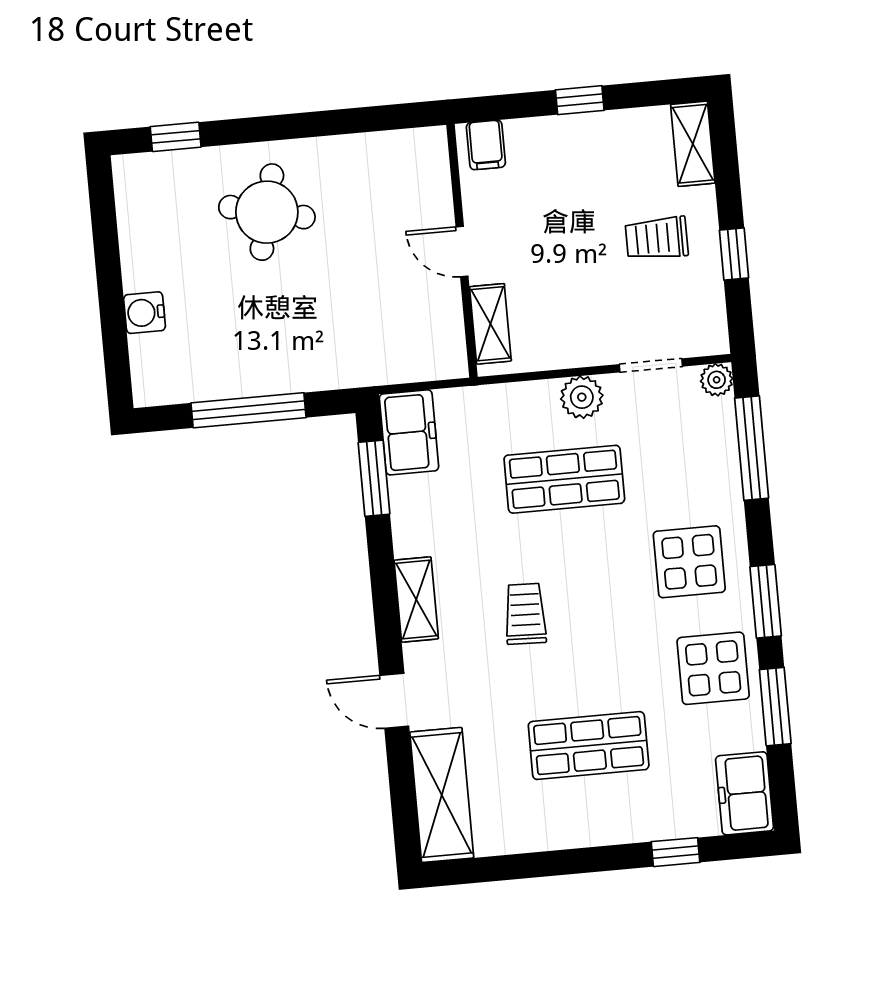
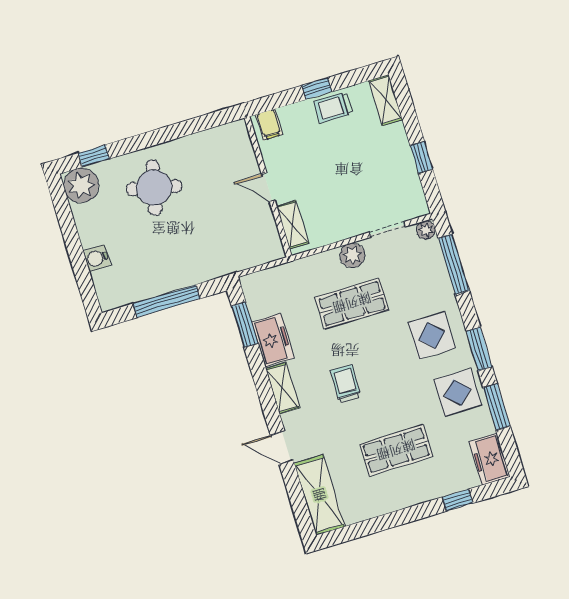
plant: (143, 183) -> (81, 185), added
trolley: (657, 238) -> (333, 107), moved
freezer: (409, 432) -> (273, 340), moved

